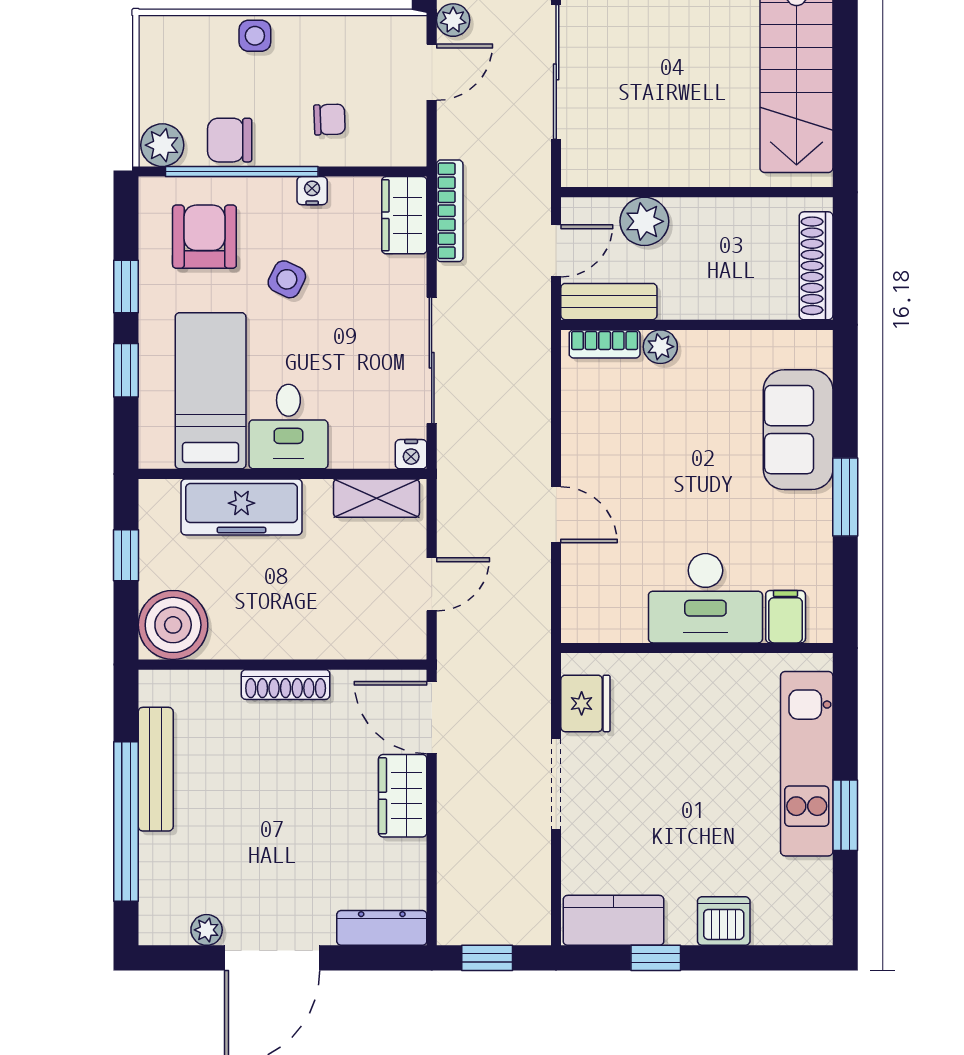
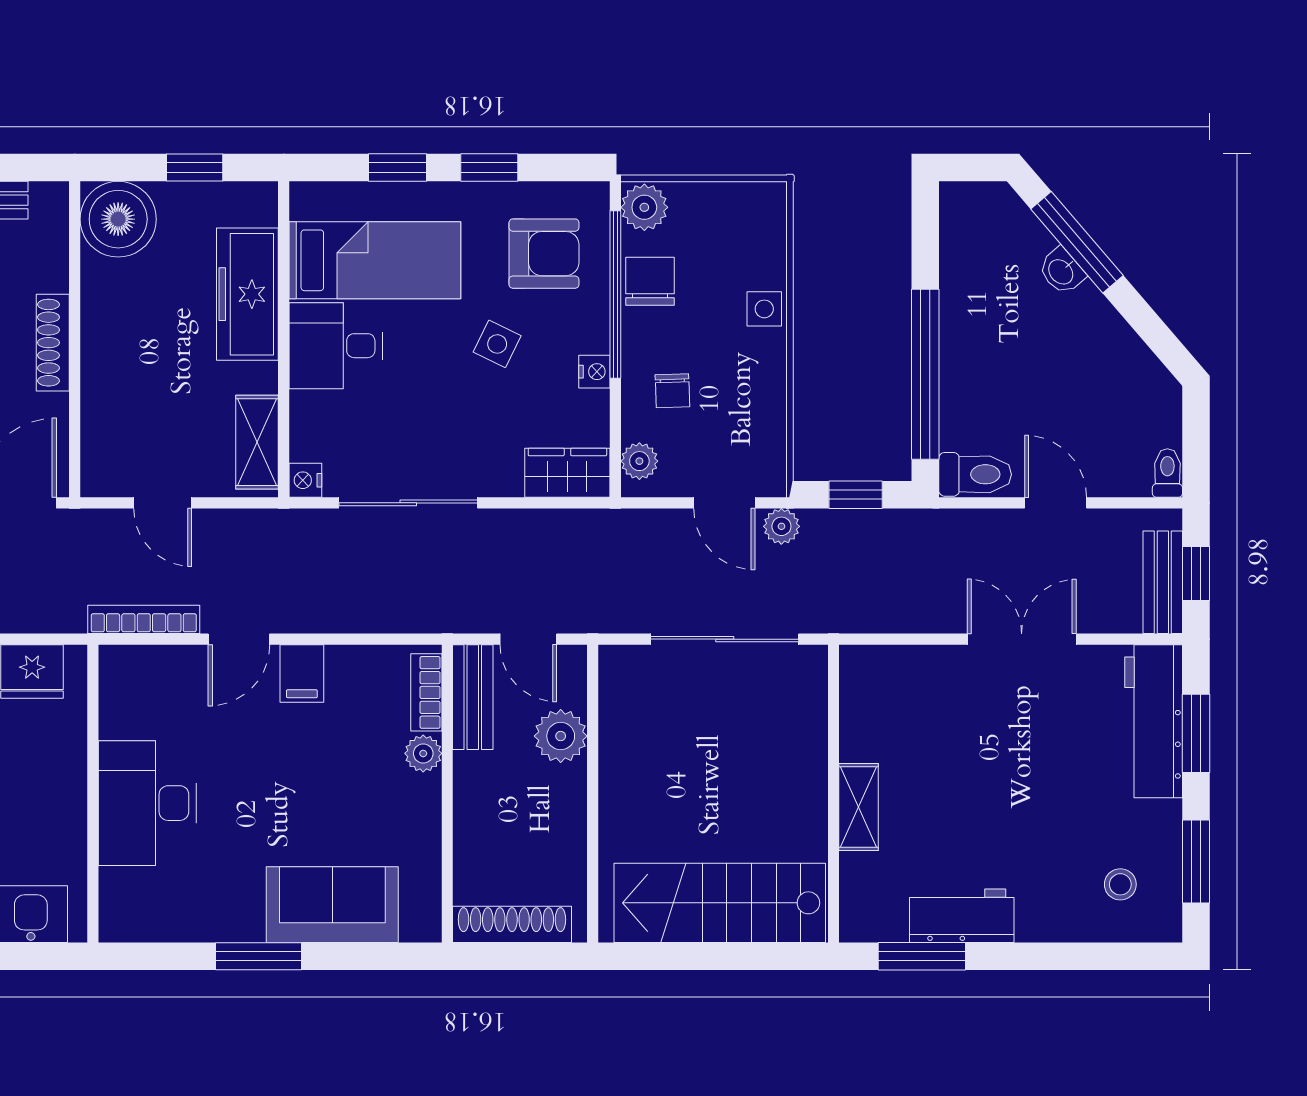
plant: (394, 150) -> (639, 461), added
bookcase: (450, 211) -> (144, 619), moved, turned 180
filing cabinet: (786, 617) -> (302, 673), moved, turned 90

